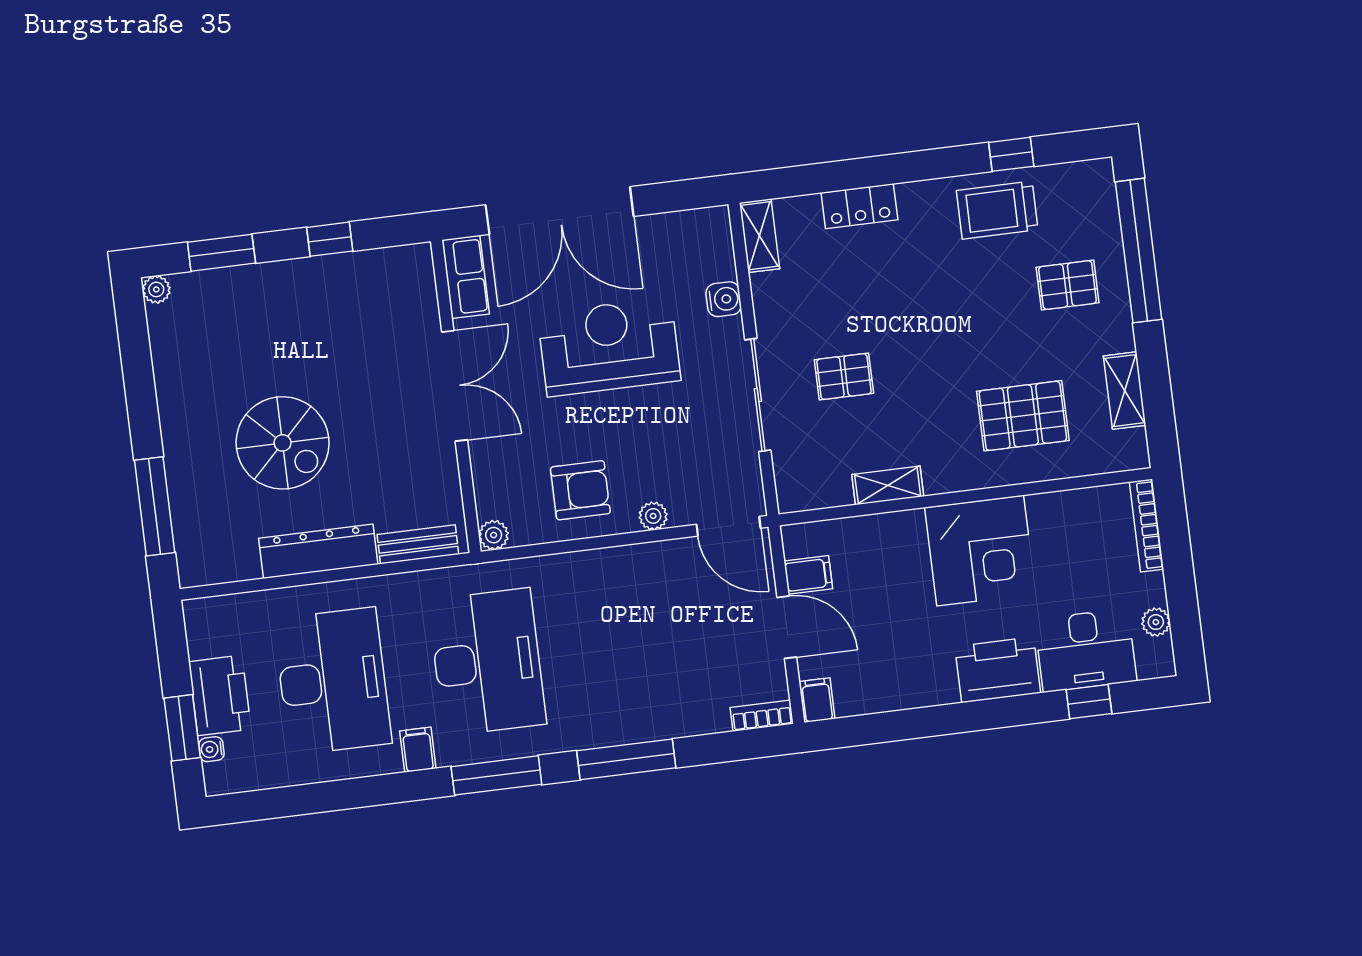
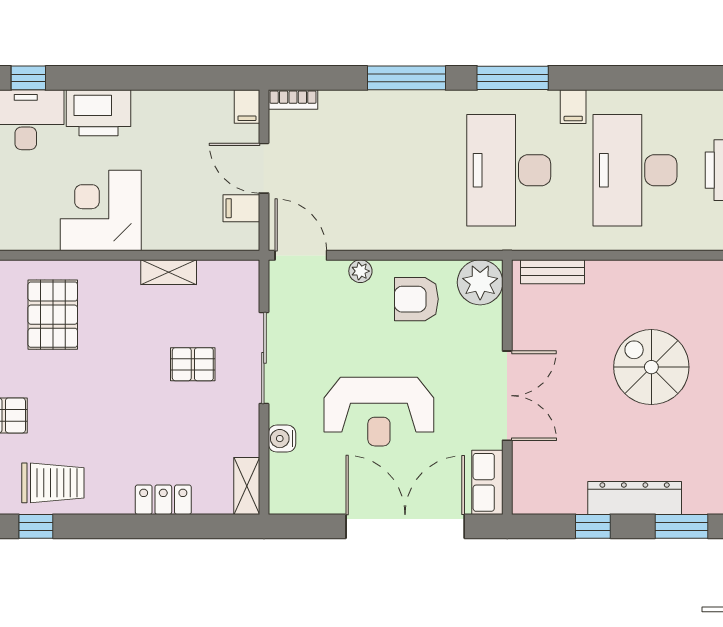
double door: (455, 386) -> (507, 396), swing flipped
pallet: (1023, 416) -> (53, 315), turned 90
plant: (494, 535) -> (480, 282), width x1.87, depth x1.87
dresser: (318, 551) -> (635, 498), moved, turned 180

